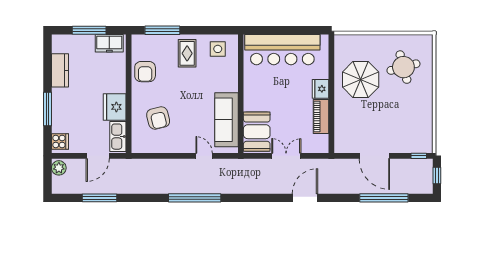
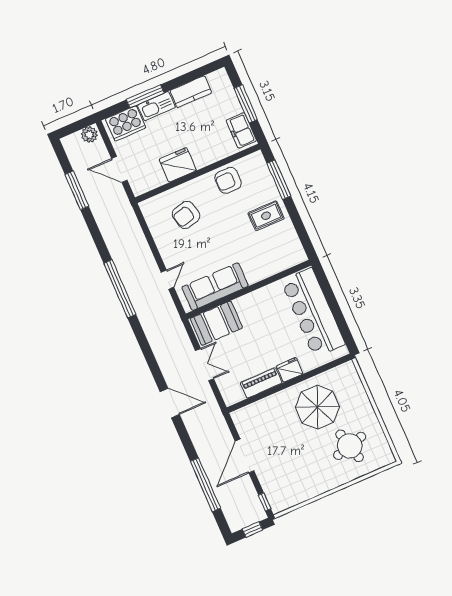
side table: (218, 49) -> (284, 245), removed
kitchen sink: (118, 137) -> (156, 106), moved, turned 180
cooker: (60, 141) -> (126, 123), width x1.87, depth x1.31

